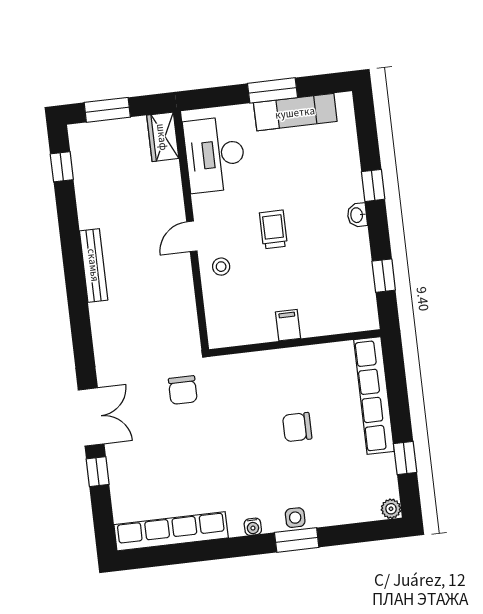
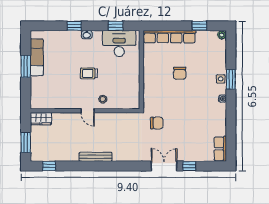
desk: (215, 155) -> (119, 43), moved, turned 180
filing cabinet: (288, 325) -> (133, 72), removed
row of seats: (171, 531) -> (220, 149), width x0.50

